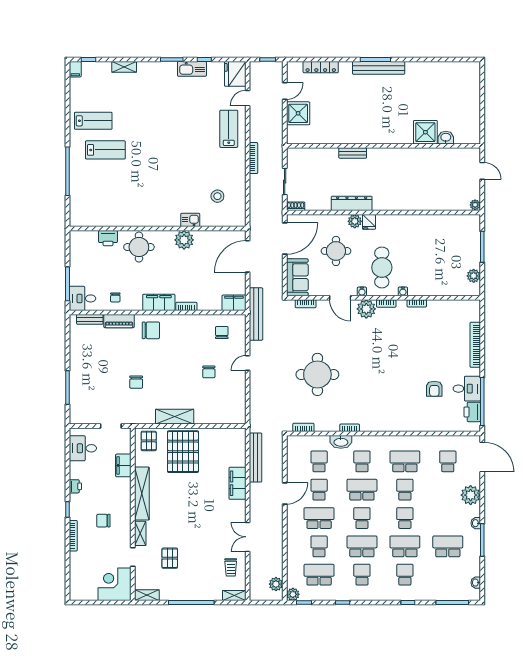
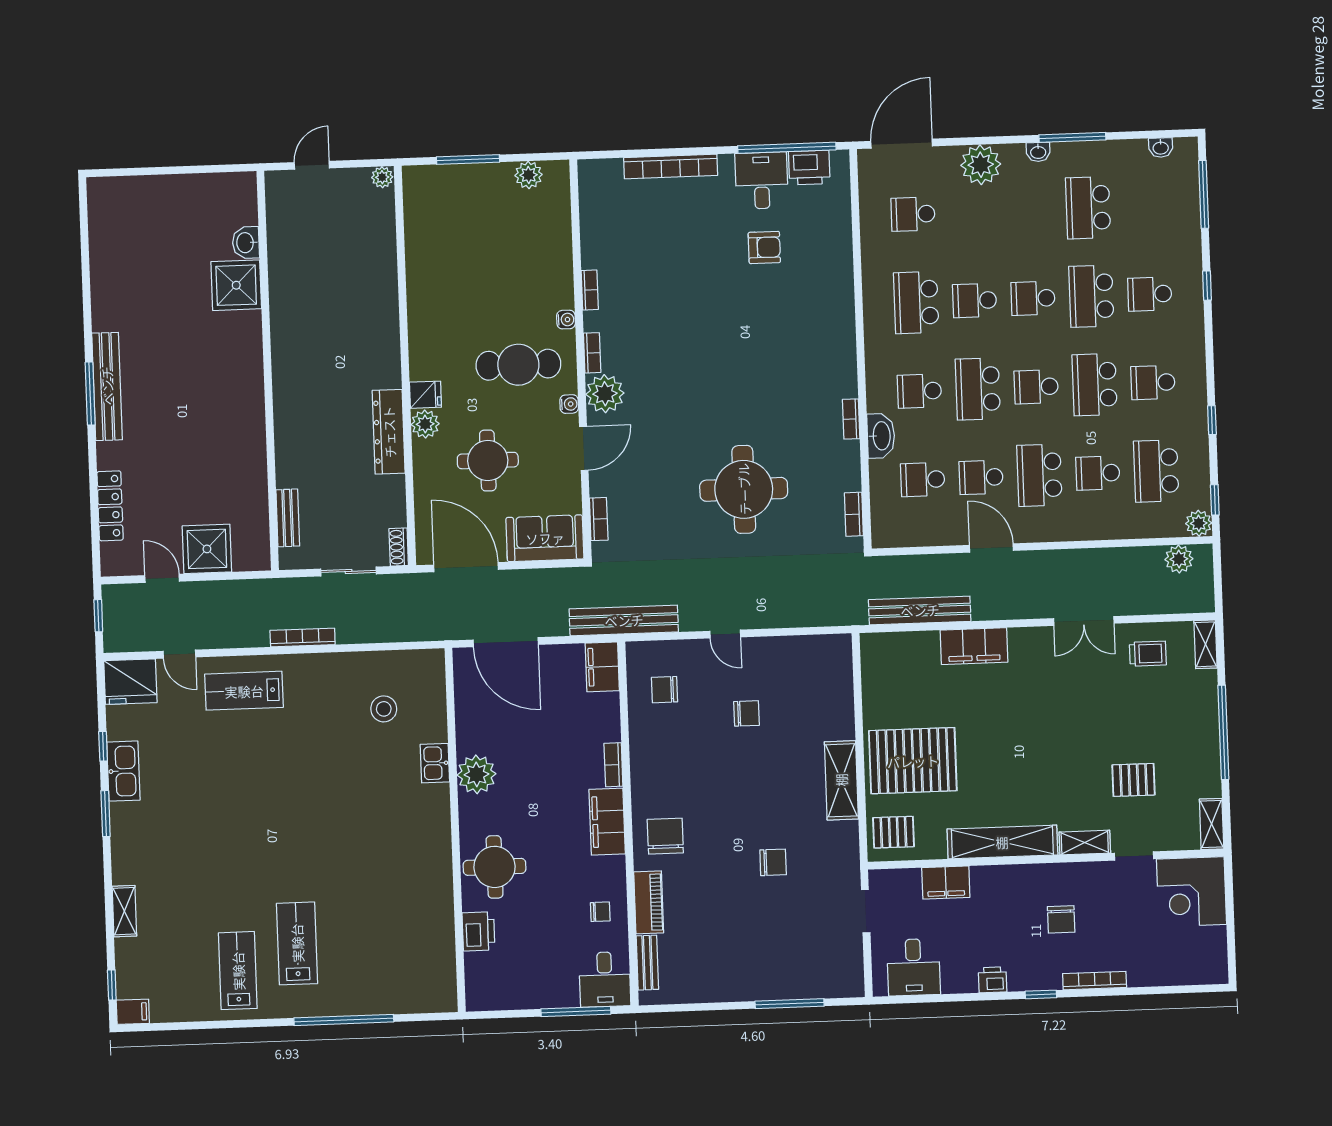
bench: (353, 153) -> (288, 518), moved

